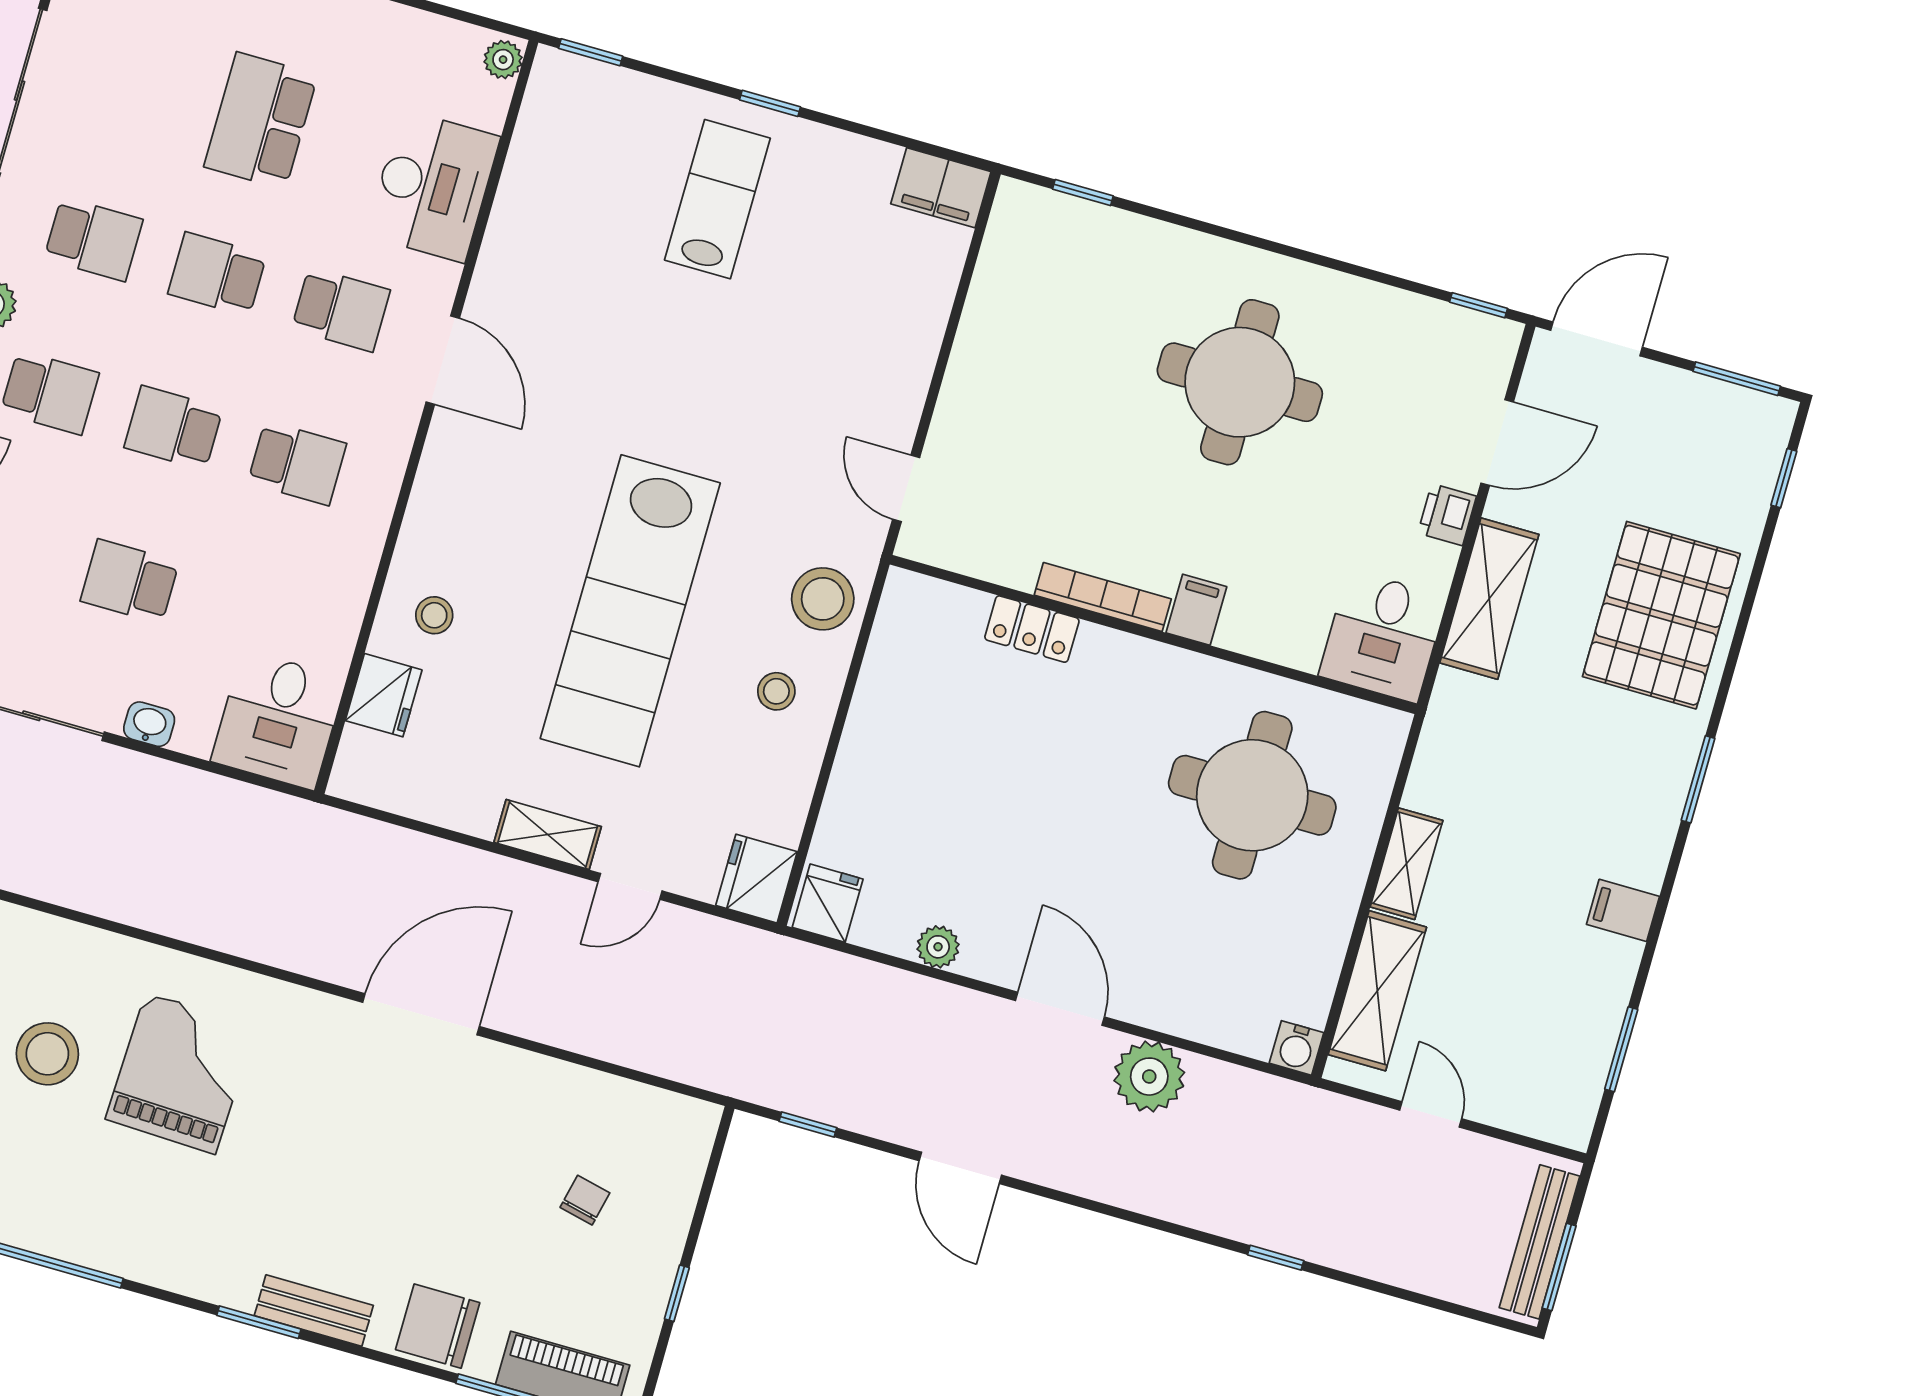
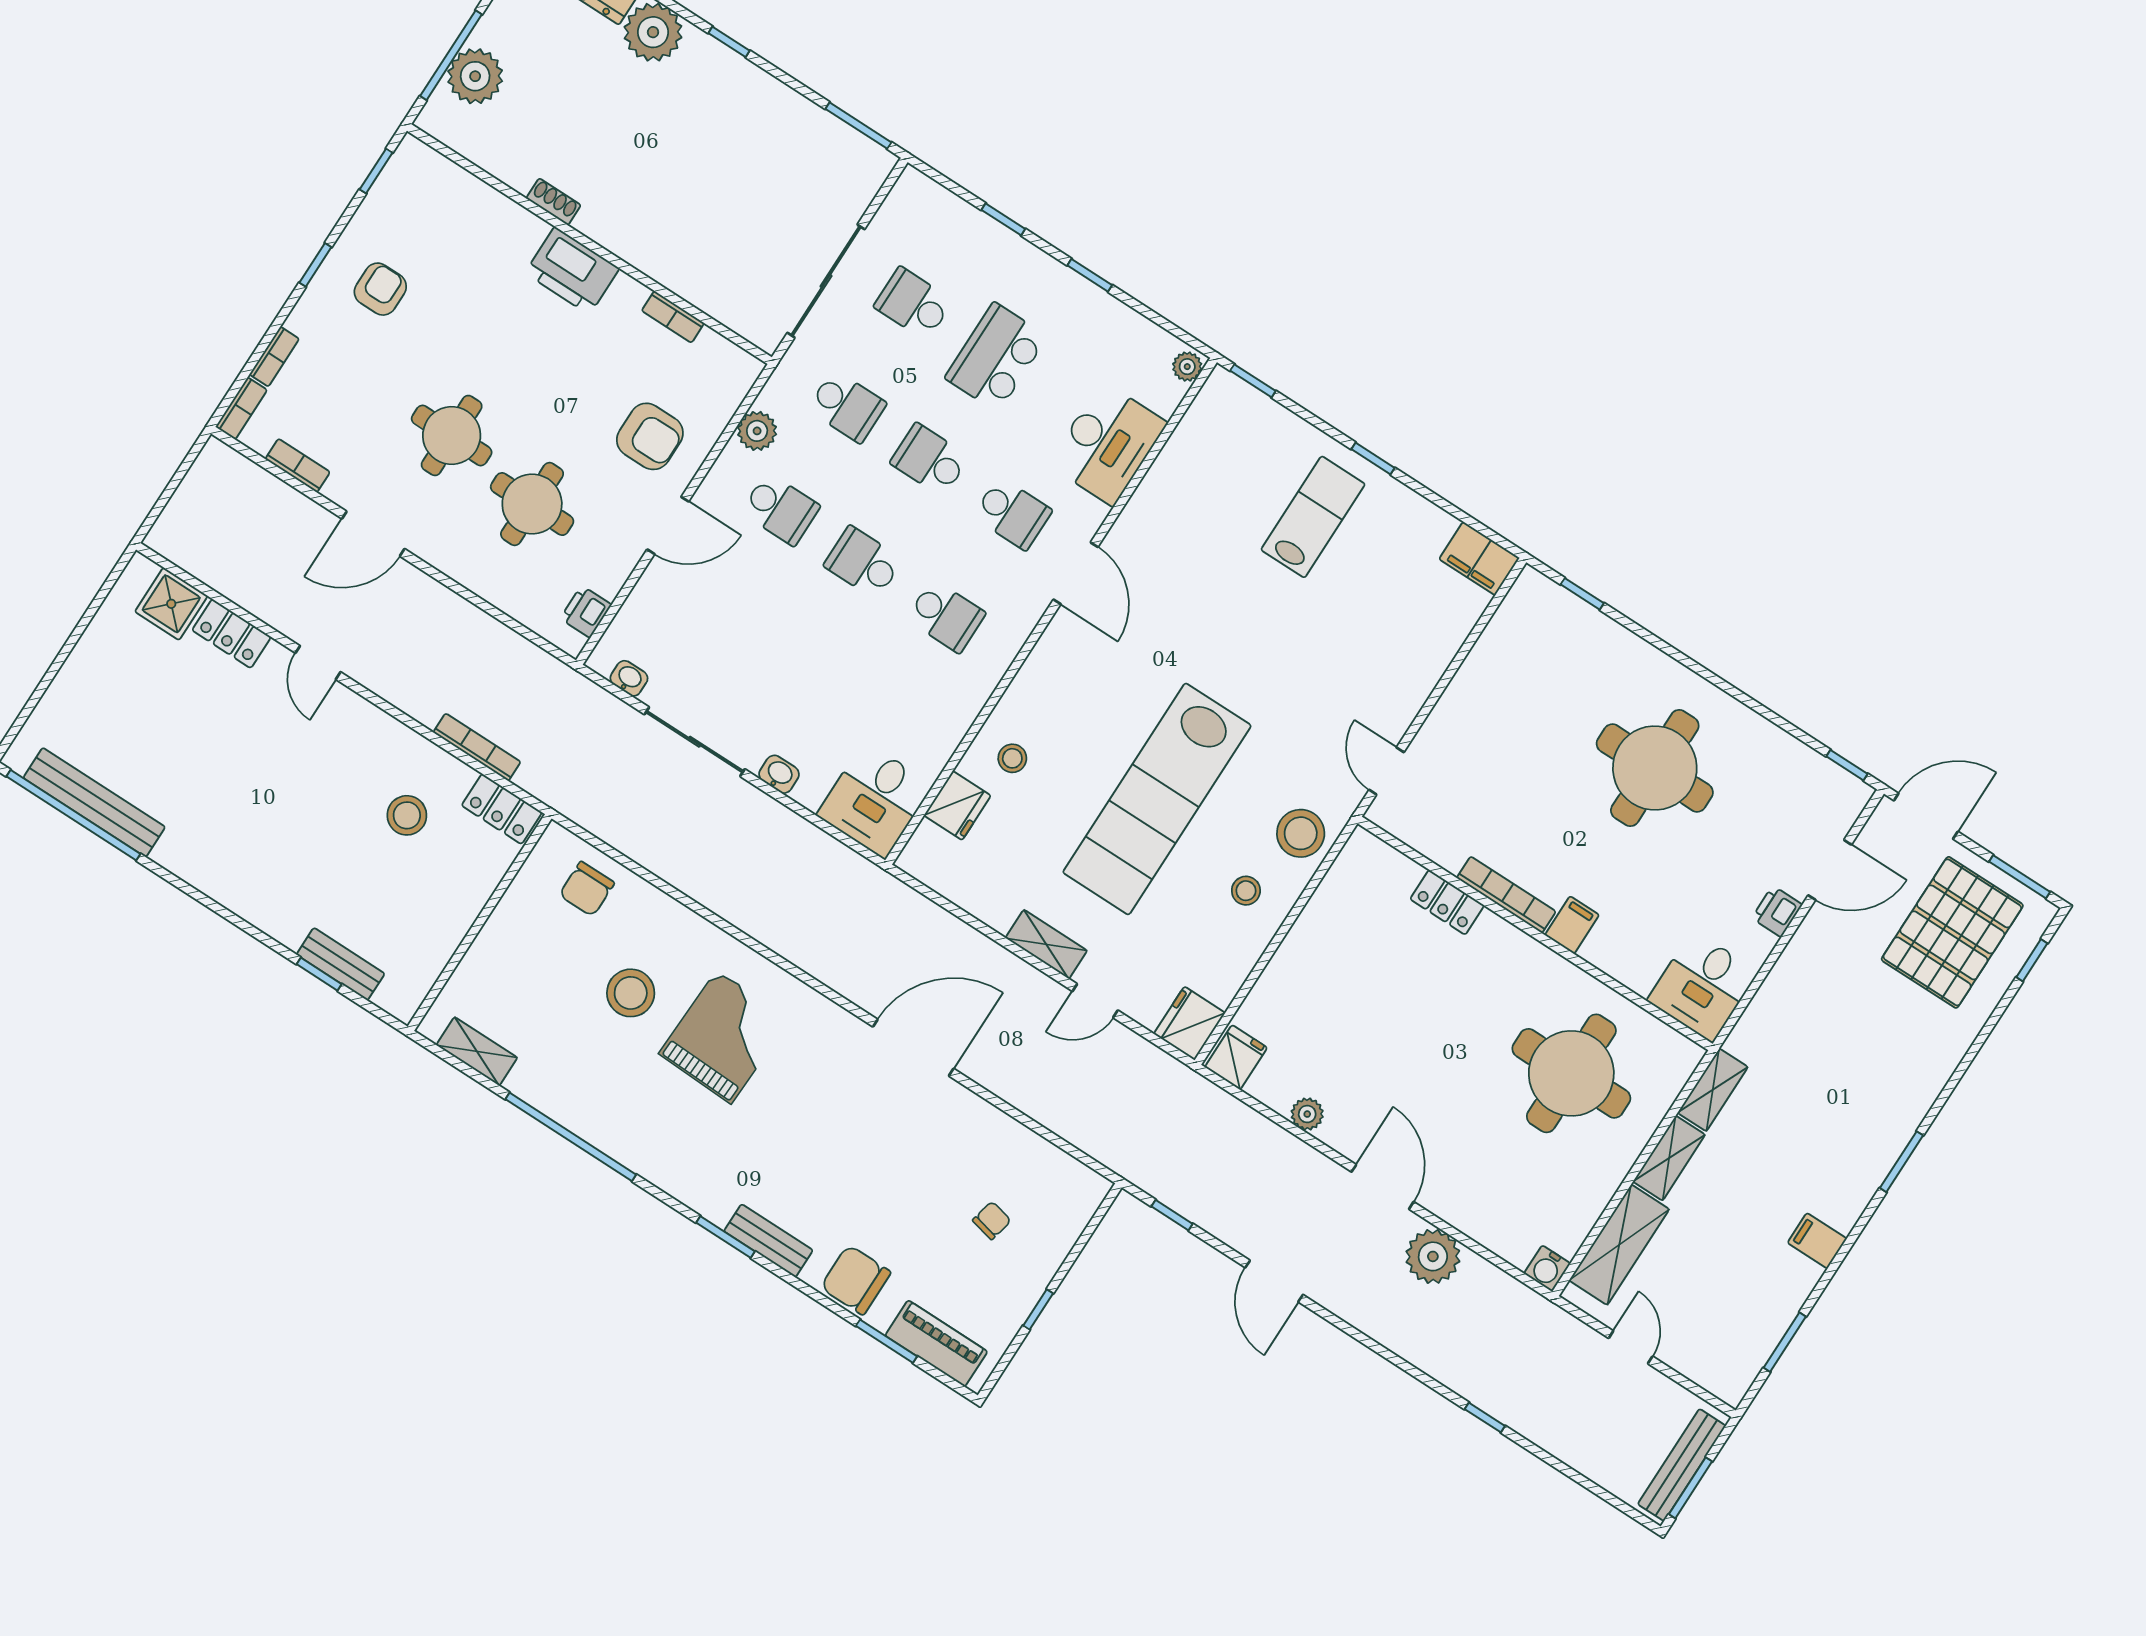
school desk: (130, 581) -> (913, 304), moved
shelving: (1489, 599) -> (1713, 1090), moved, width x0.67, depth x0.75
pallet: (1661, 615) -> (1952, 932), moved

